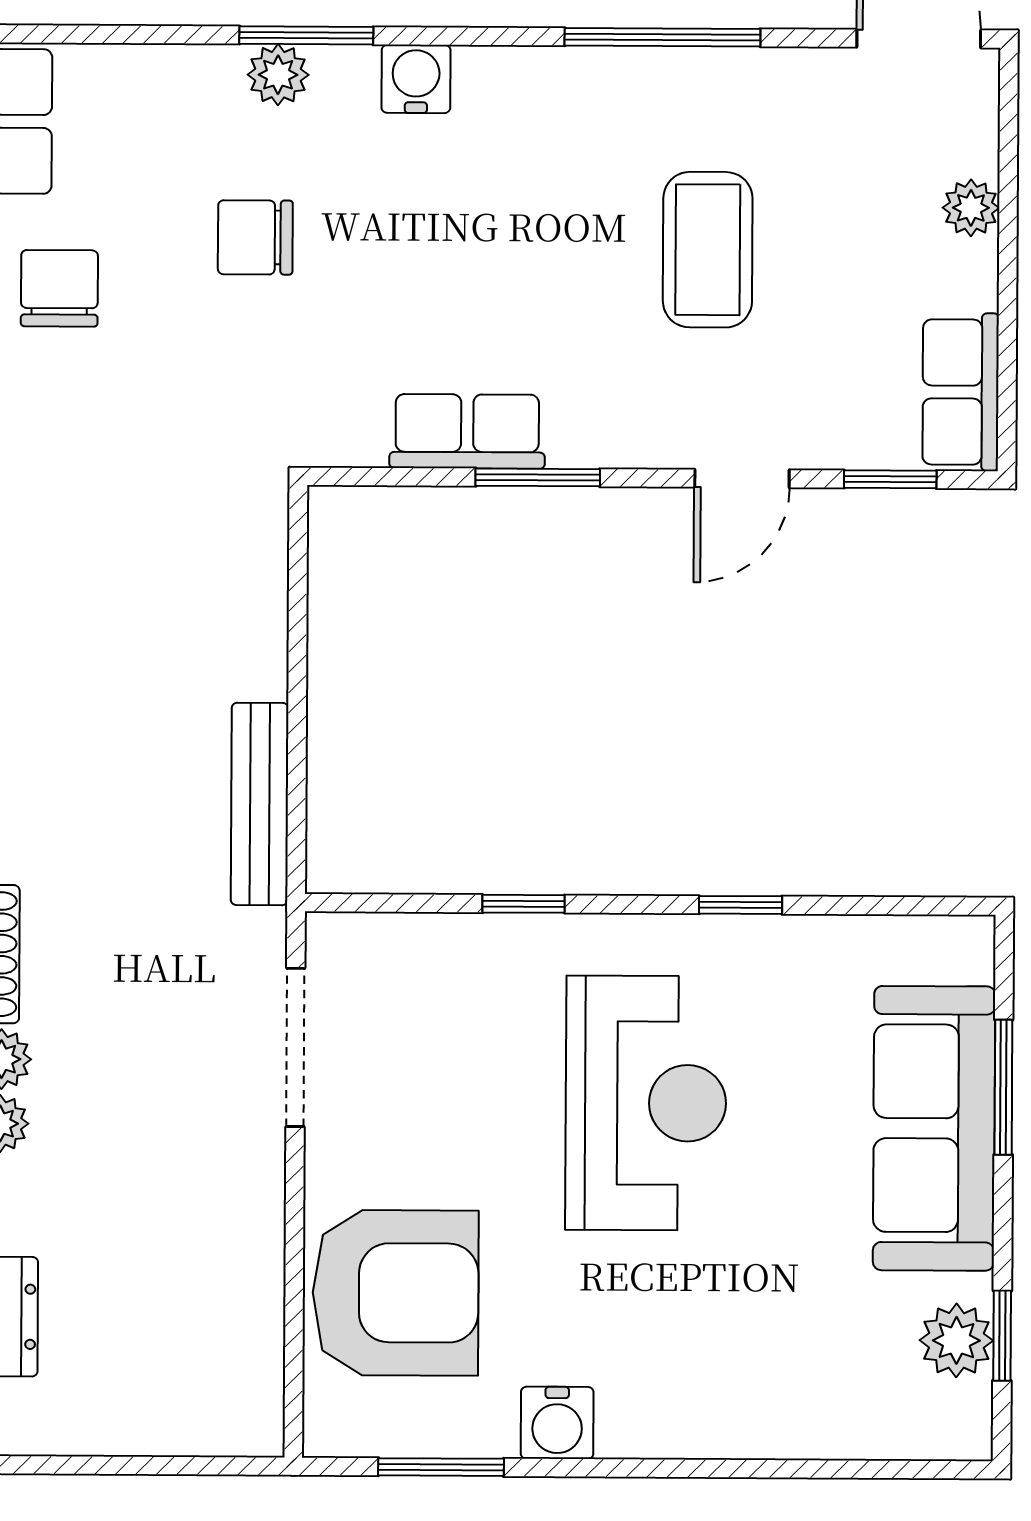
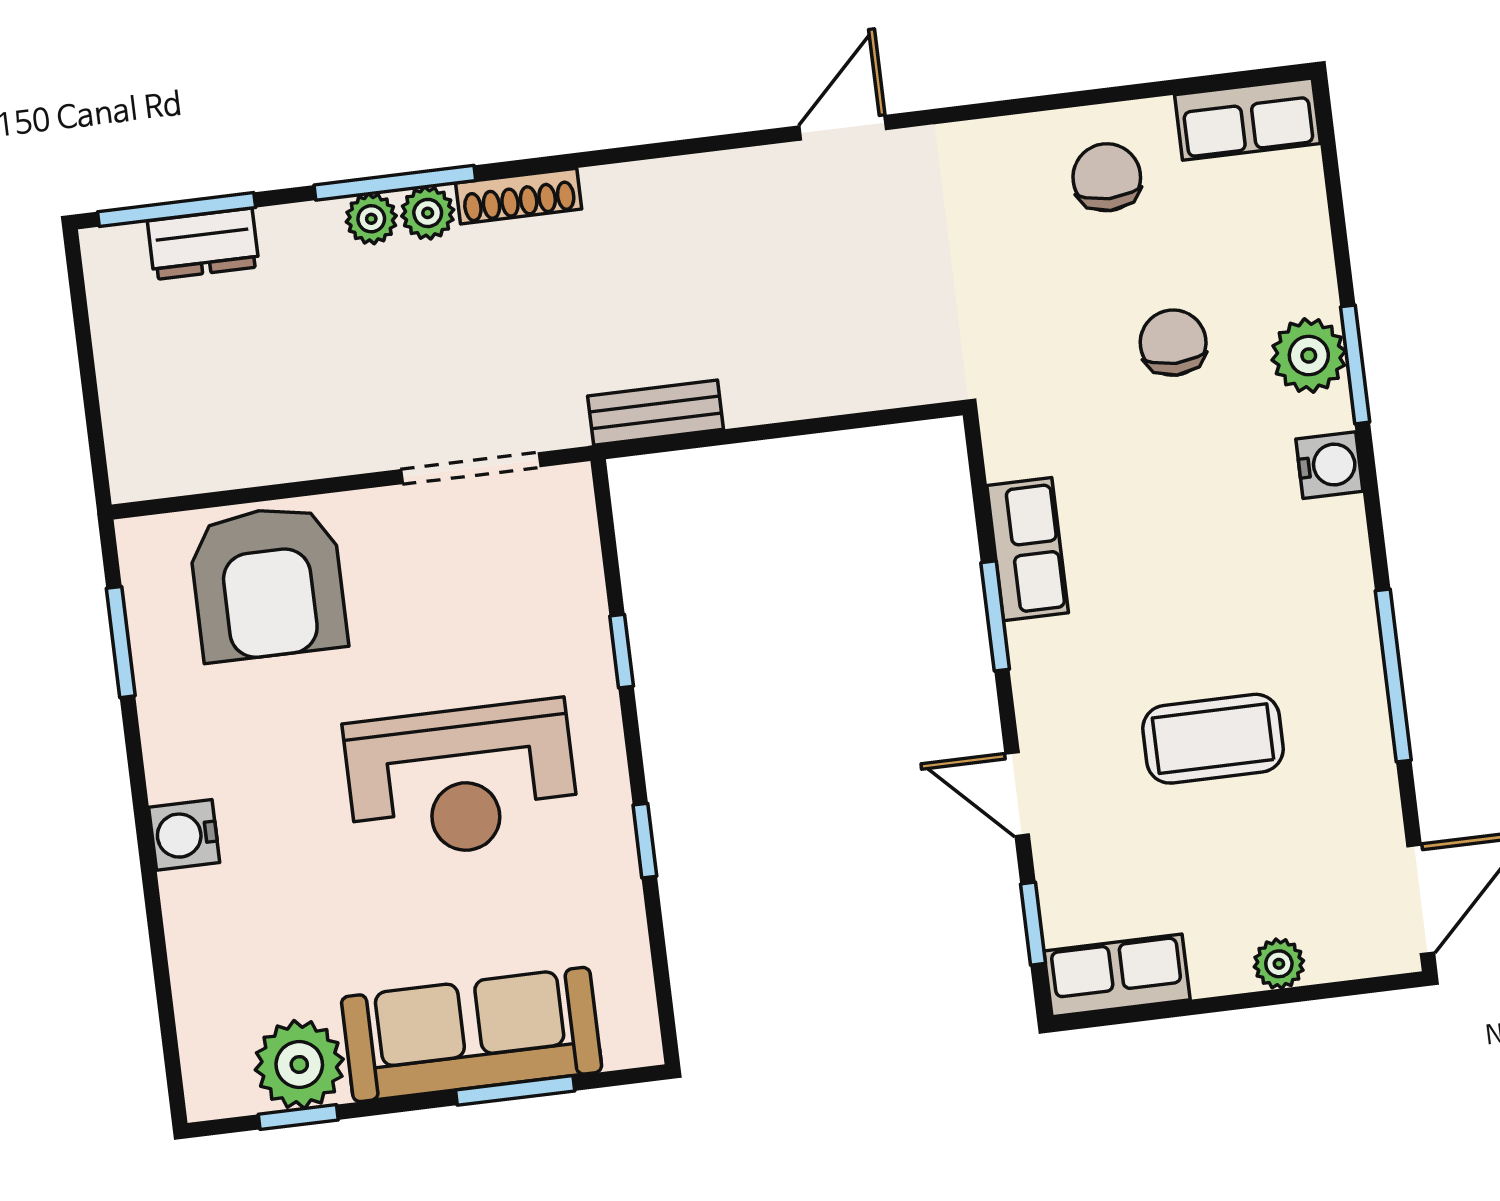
plant: (278, 75) -> (1309, 356), width x1.38, depth x1.38
chair: (59, 288) -> (1107, 177), turned -90
bench: (260, 804) -> (656, 413), width x0.73
plant: (956, 1340) -> (299, 1064), width x1.36, depth x1.36
water cooler: (557, 1423) -> (184, 835), moved

